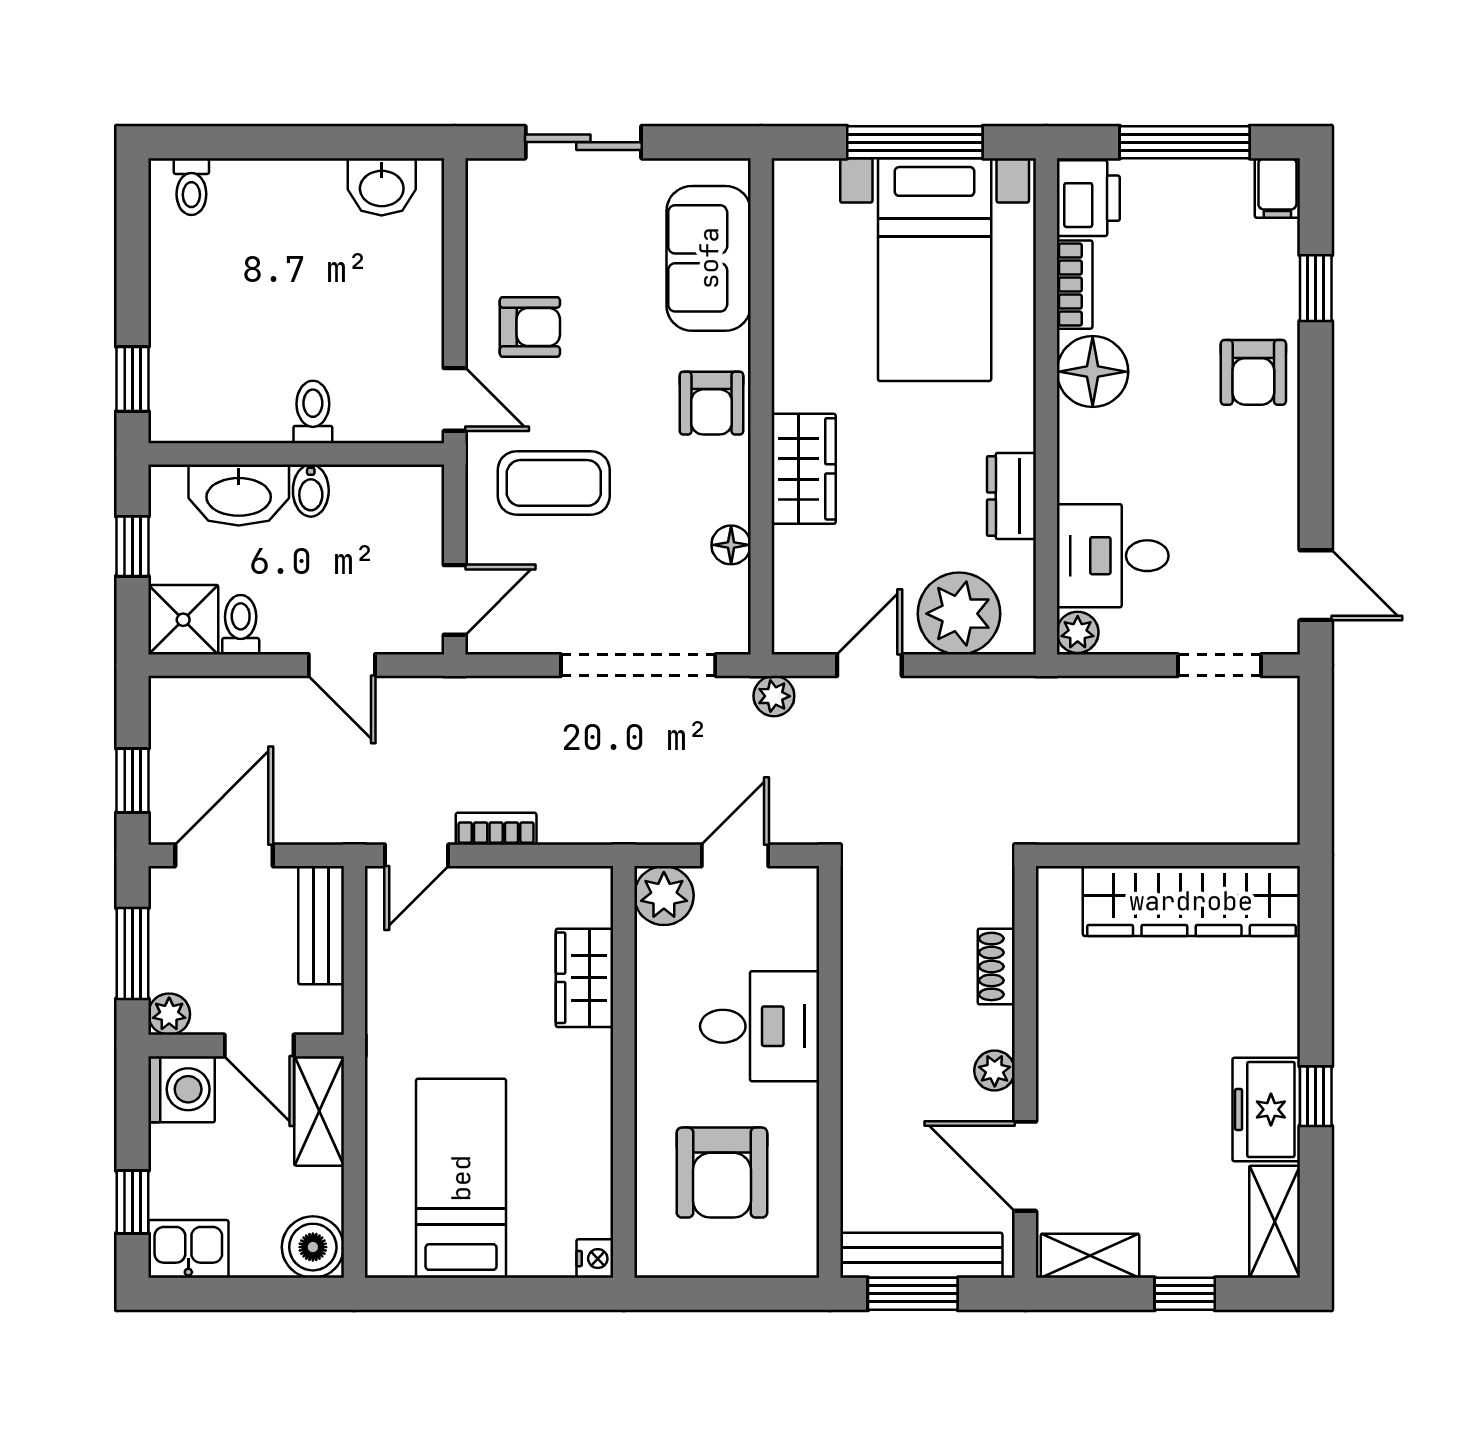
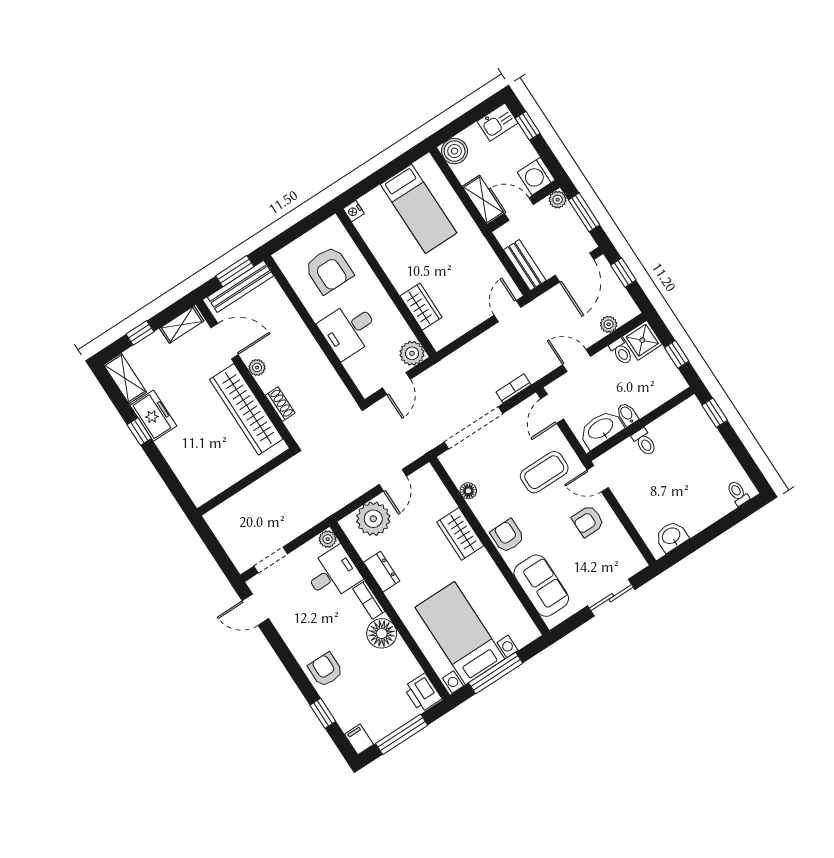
bookcase: (1075, 285) -> (369, 600), moved
washbasin: (239, 495) -> (601, 429), moved
plant: (774, 696) -> (609, 324), moved
bookcase: (496, 829) -> (513, 388), moved, turned 180
wardrobe: (1191, 901) -> (246, 409), moved, turned -90
armchair: (722, 1173) -> (329, 270), turned 180

